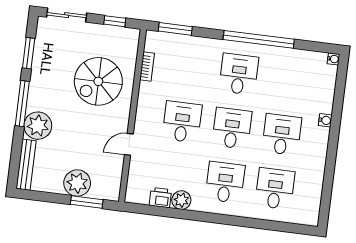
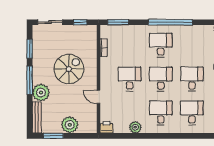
spiral stairs: (98, 81) -> (69, 69), moved, turned 180
door: (129, 144) -> (98, 97), hinge flipped
printer: (160, 198) -> (106, 127), moved
window: (87, 202) -> (53, 136), moved

